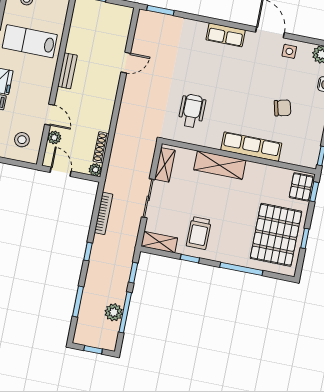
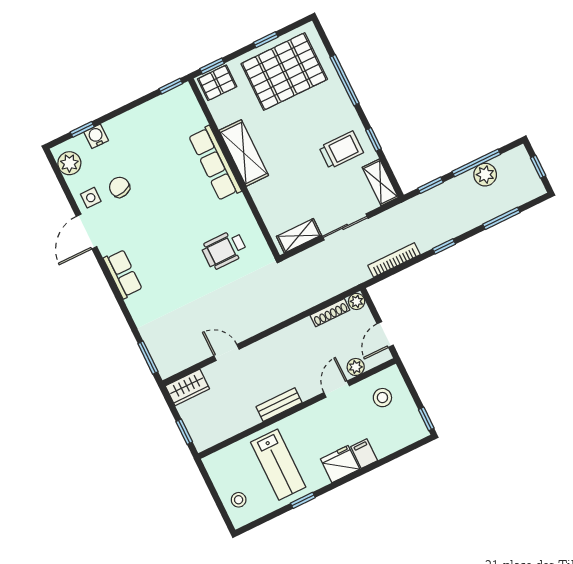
wardrobe: (123, 21) -> (187, 387), added
chair: (283, 108) -> (120, 187), moved
shelving: (220, 165) -> (244, 153), moved

